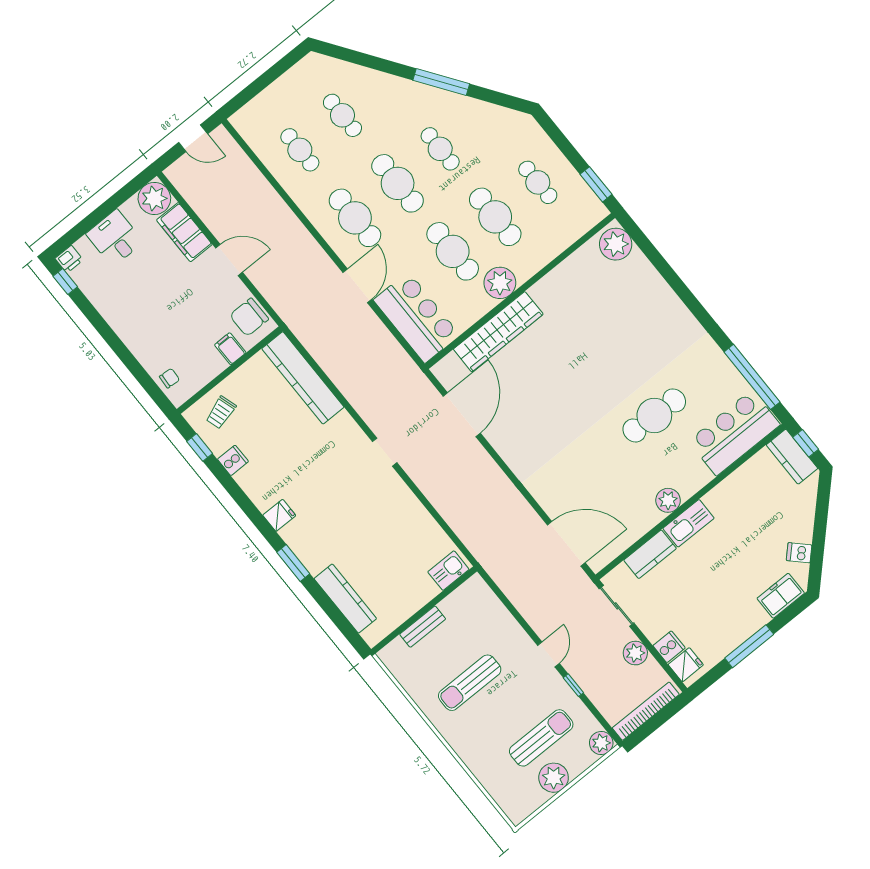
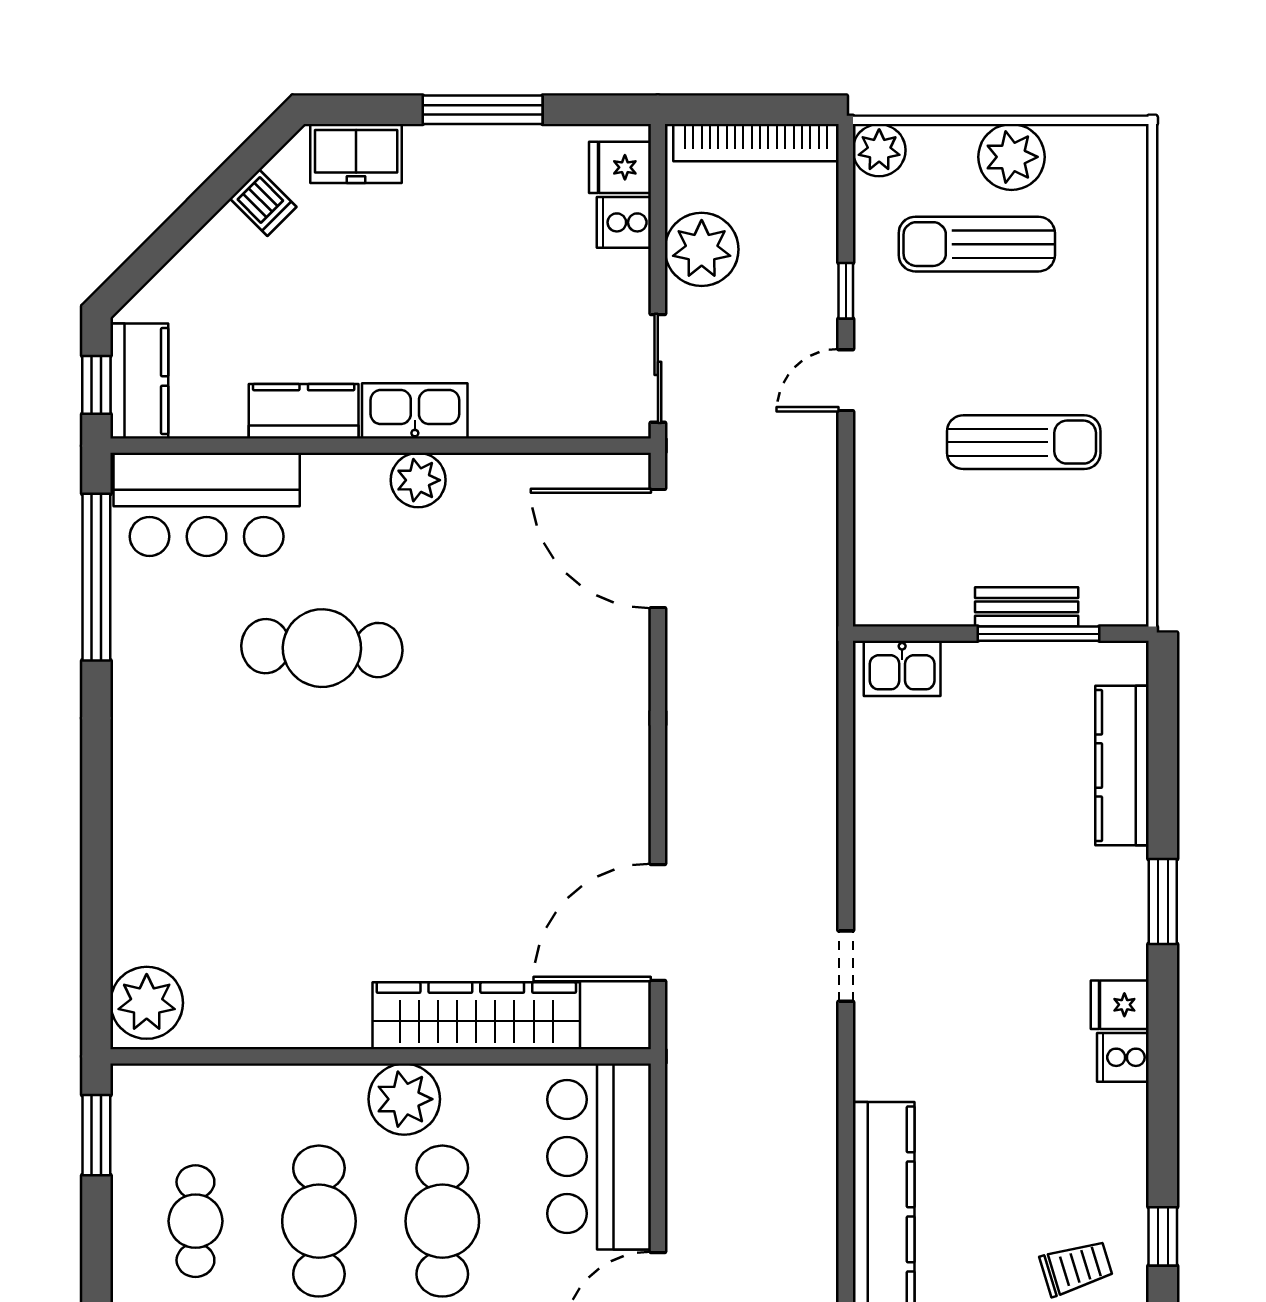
cooker: (233, 460) -> (1123, 1057), moved
kitchen counter: (650, 554) -> (304, 411), moved
window: (411, 621) -> (1038, 634), added
plant: (635, 653) -> (702, 249), width x1.36, depth x1.36

